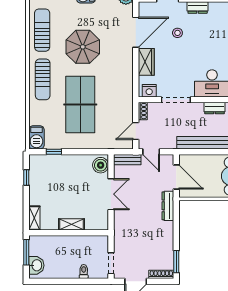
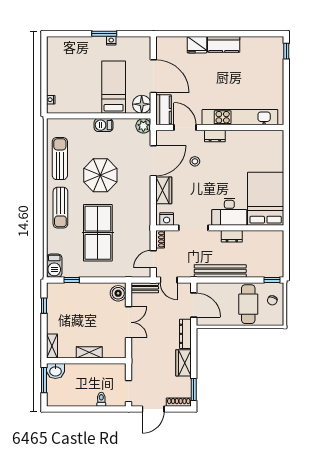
wardrobe: (166, 235) -> (183, 363), added
washbasin: (36, 265) -> (55, 371), moved, turned 90

